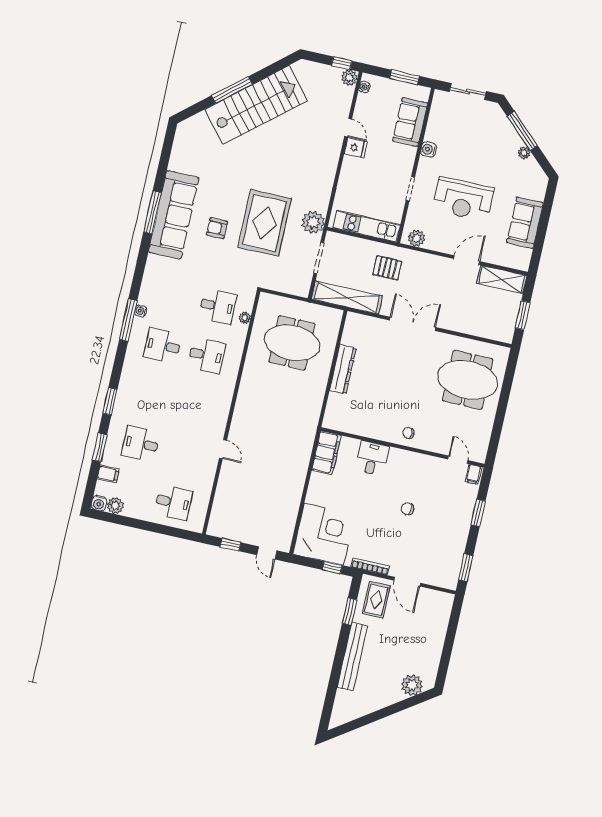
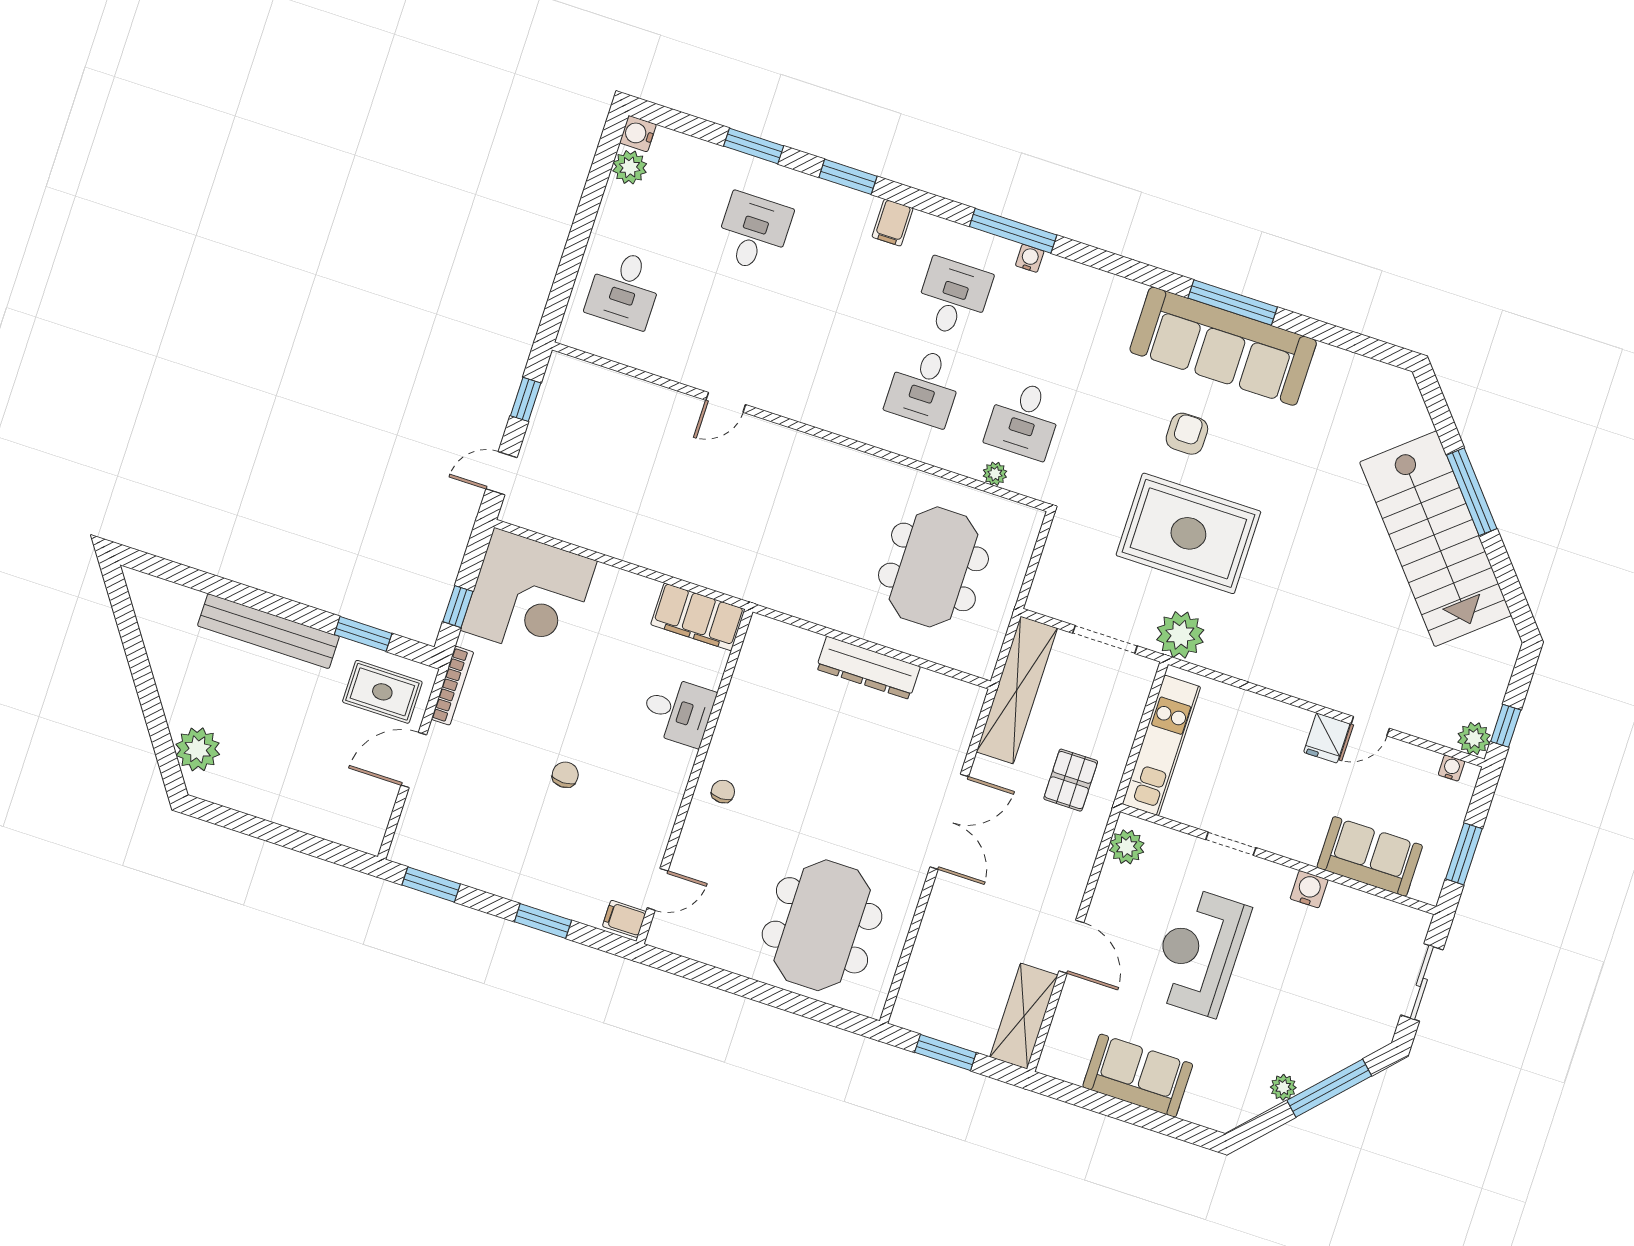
filing cabinet: (108, 474) -> (893, 223), moved

